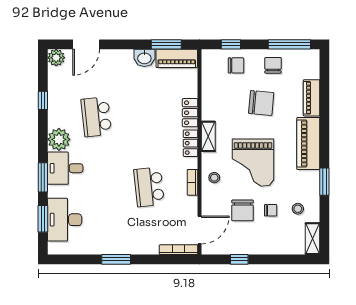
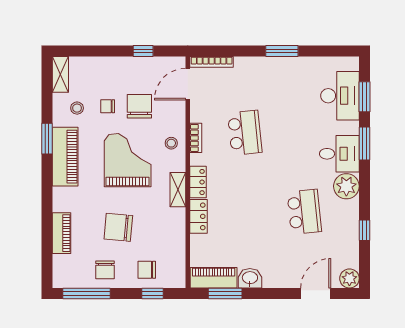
piano: (308, 144) -> (65, 157), moved

